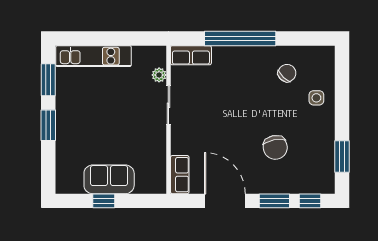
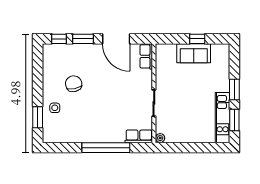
kitchen unit: (93, 56) -> (223, 118), moved, turned -90
chair: (287, 73) -> (74, 124), removed
plant: (159, 75) -> (160, 138), moved
chair: (275, 147) -> (74, 84), moved
window: (342, 156) -> (38, 117), moved

